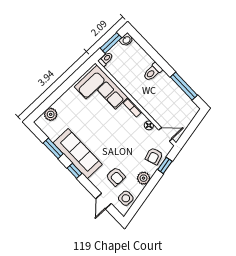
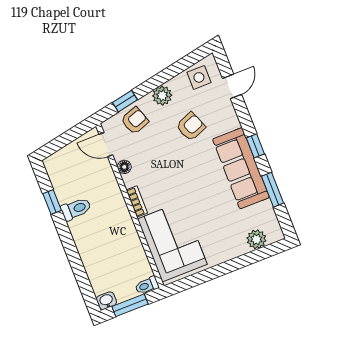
toilet: (152, 72) -> (76, 209), moved
window: (184, 86) -> (52, 202), width x0.46
armchair: (116, 177) -> (191, 127), moved, turned 68

